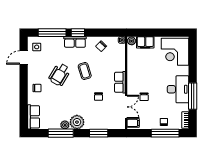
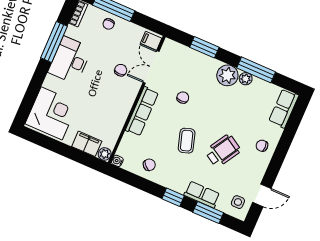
window: (52, 33) -> (208, 212), width x0.69
row of seats: (75, 42) -> (202, 195), moved
row of seats: (120, 82) -> (142, 111), width x1.48

